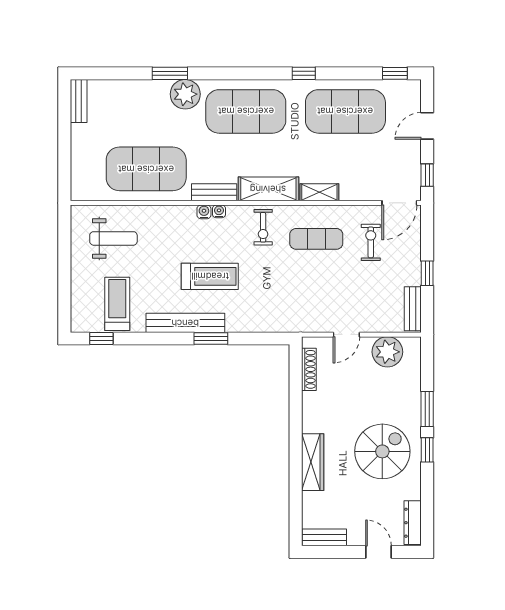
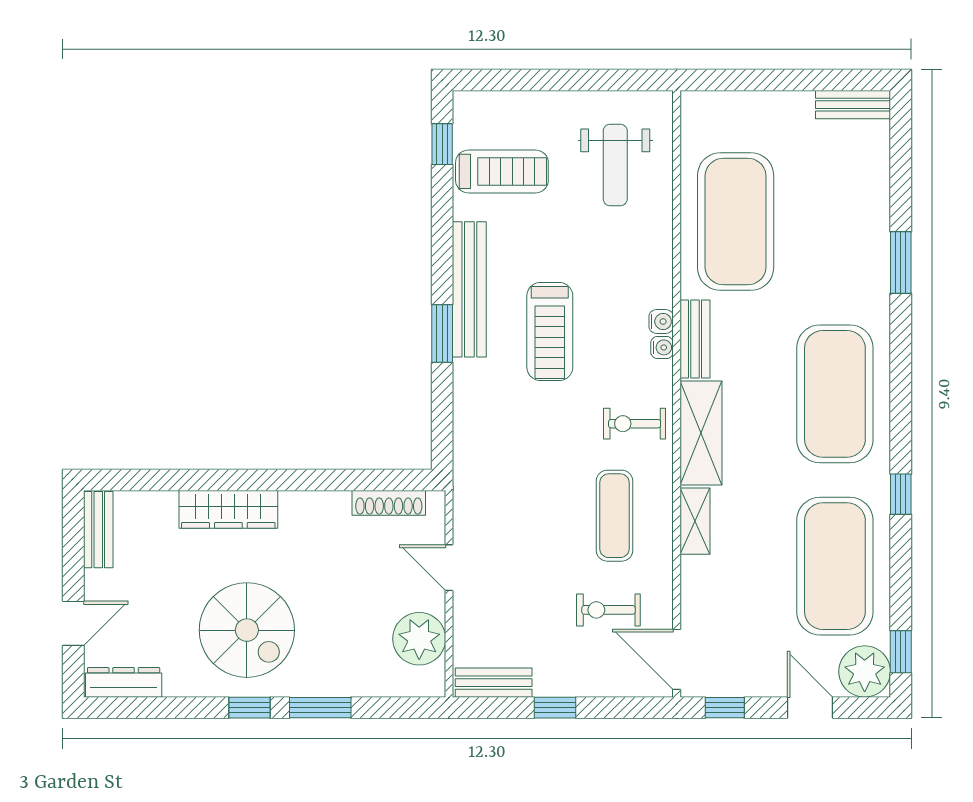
plant: (185, 94) -> (865, 671), moved
exercise bike: (371, 242) -> (608, 610), turned 180

